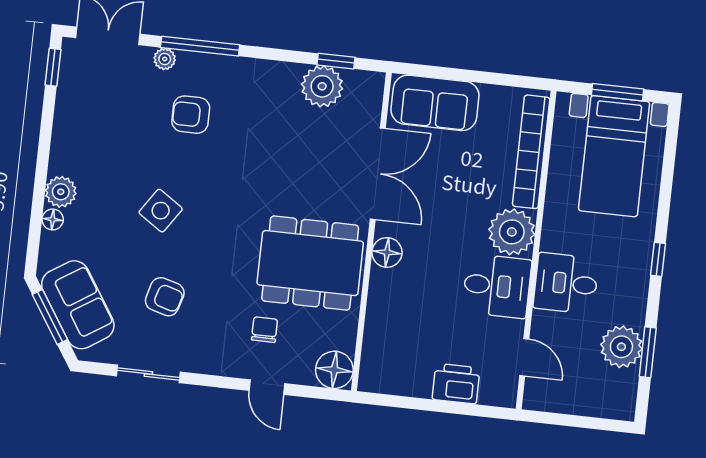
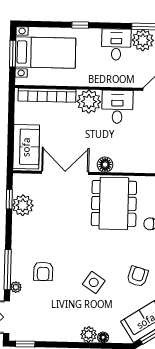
window: (658, 259) -> (80, 25), moved
desk: (566, 283) -> (116, 44), moved, turned 180

